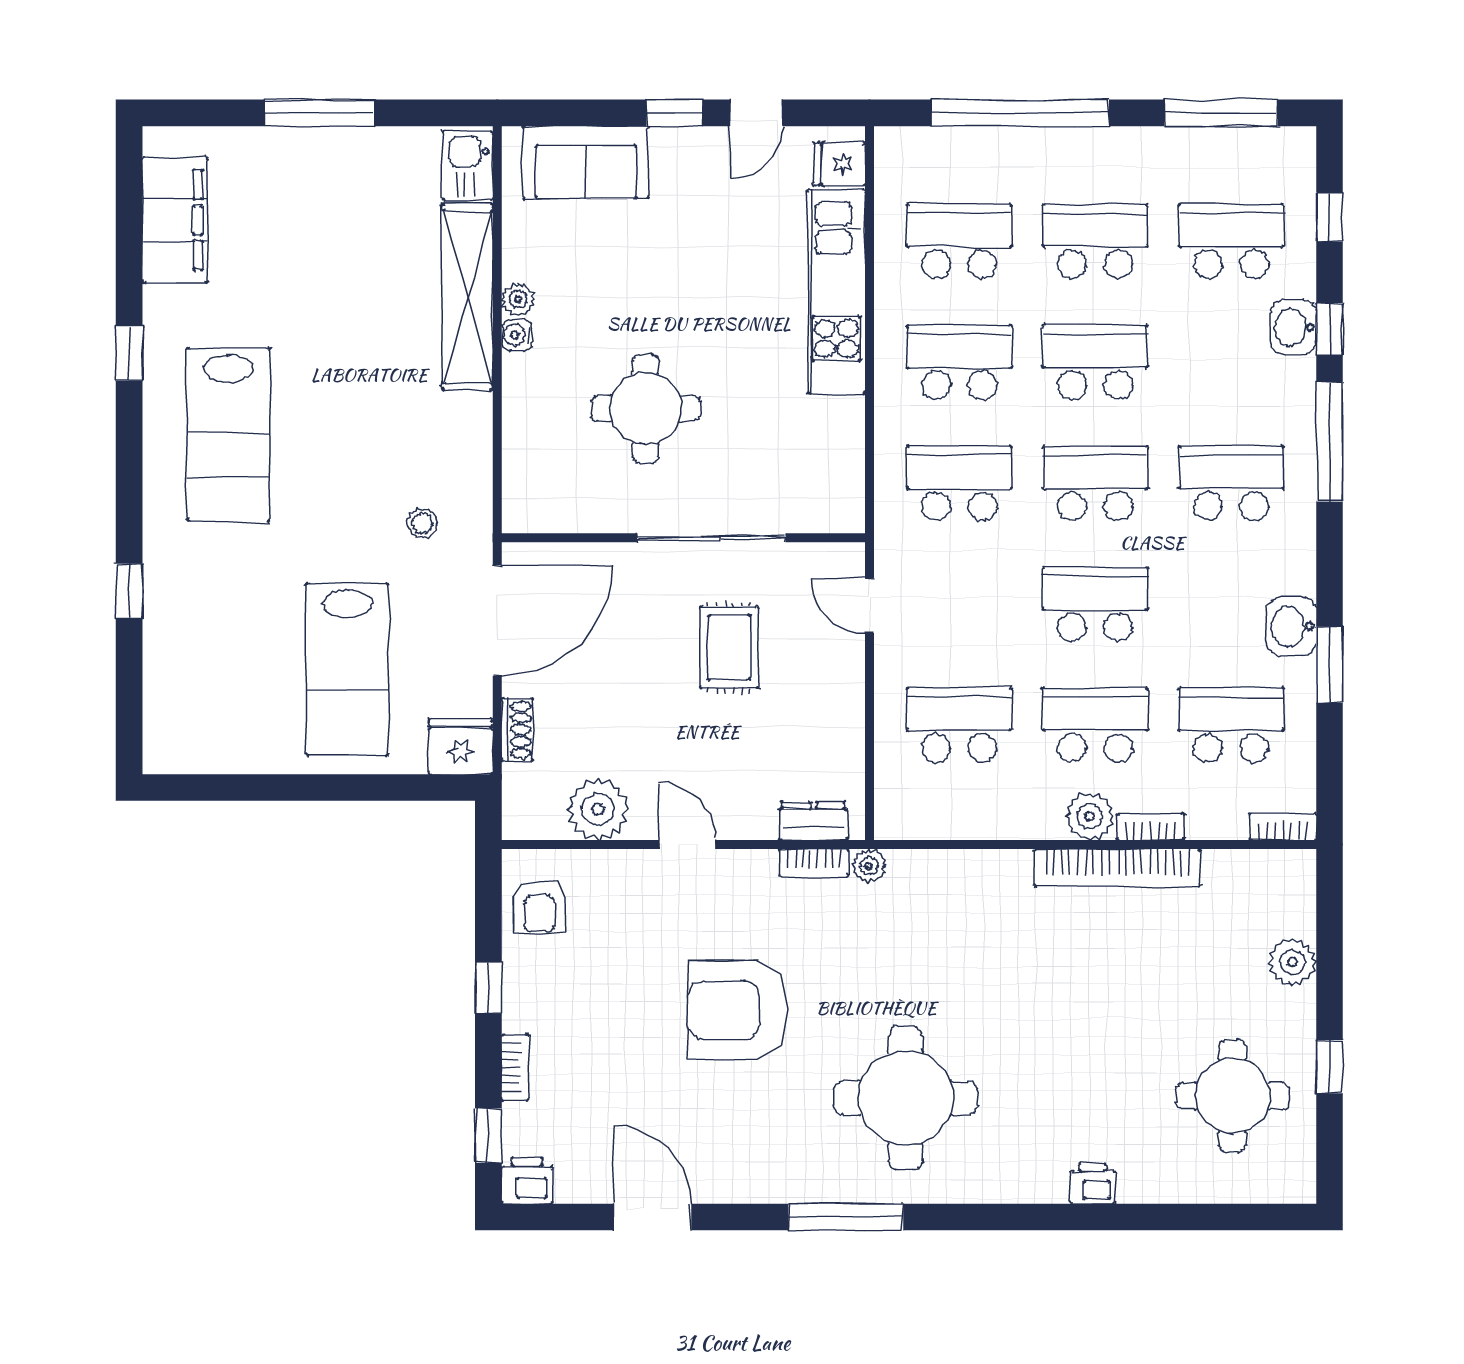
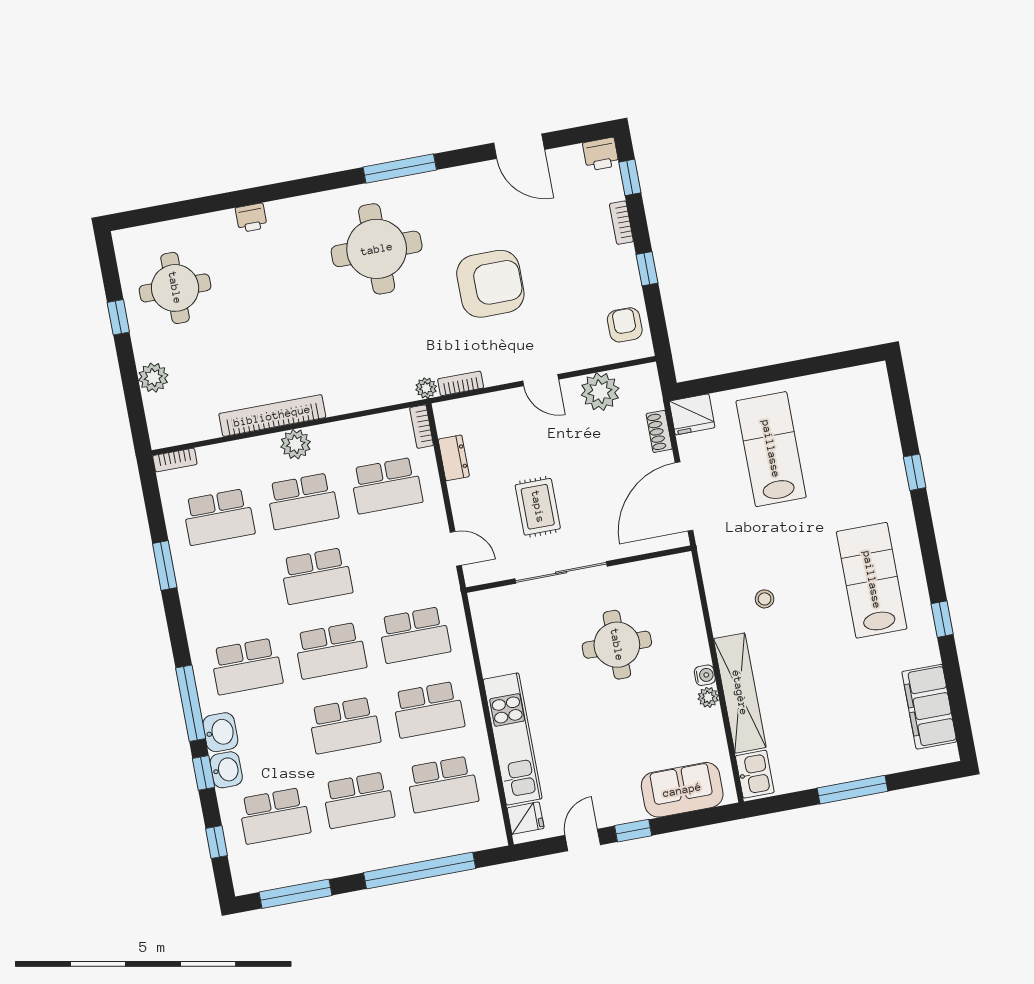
stool: (422, 523) -> (765, 599), moved
washbasin: (1291, 626) -> (220, 732), moved
dresser: (813, 821) -> (454, 458), moved, turned -90
bookcase: (1150, 827) -> (422, 427), moved, turned 90

